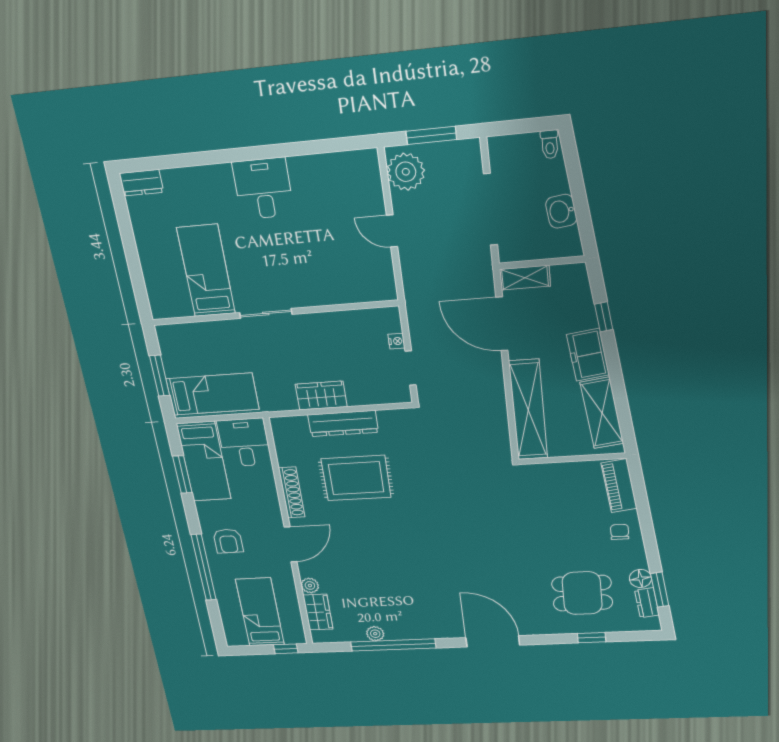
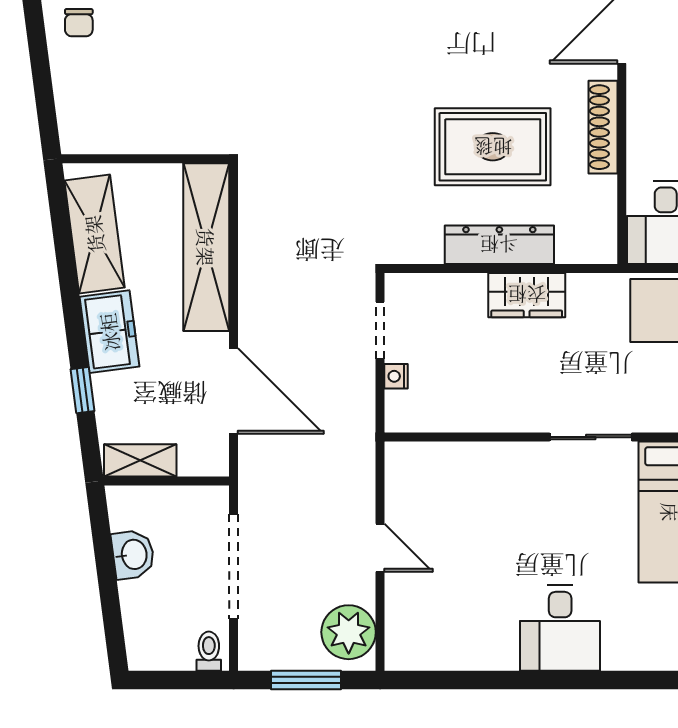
toilet: (550, 144) -> (209, 651), moved
shelving: (525, 278) -> (140, 460), moved
piano: (619, 486) -> (75, 106), removed

